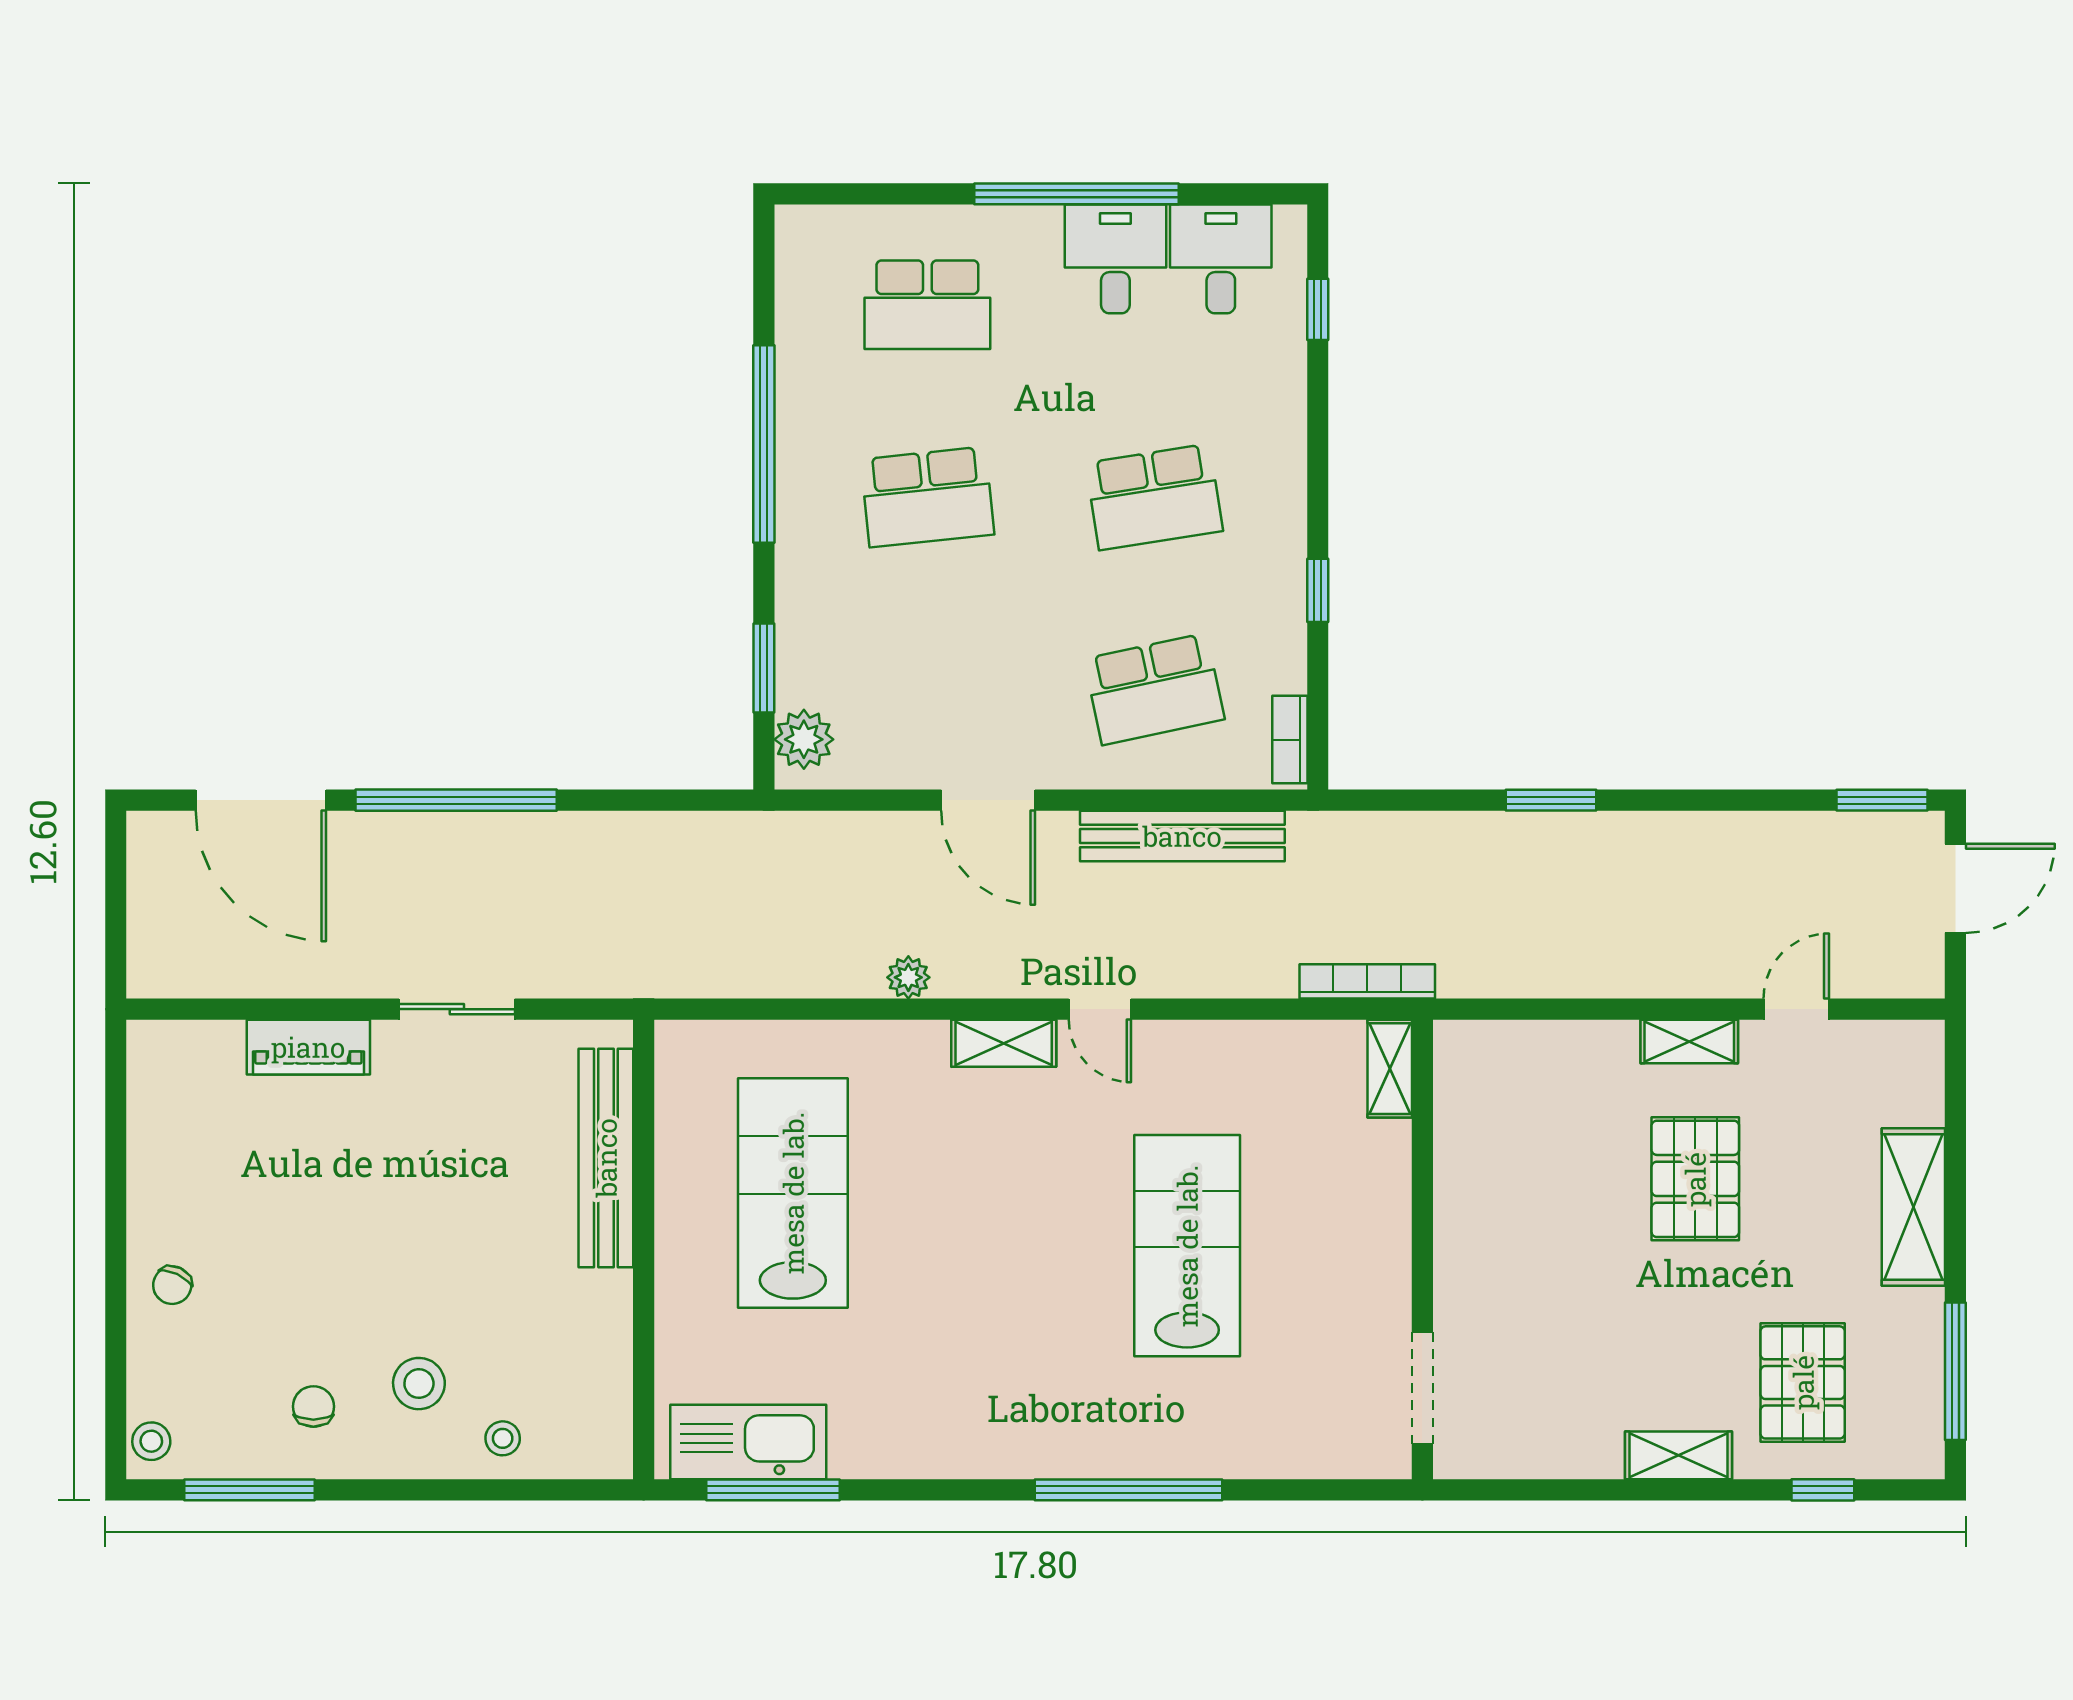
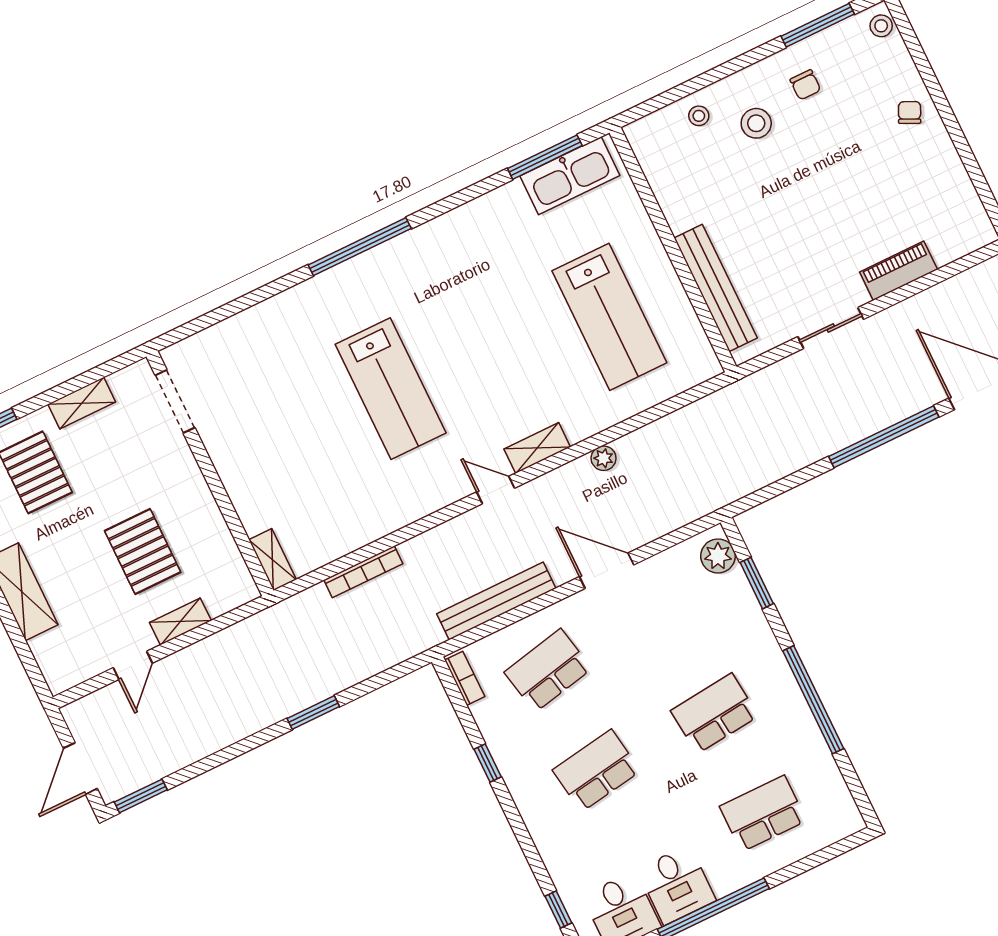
shelving: (1390, 1069) -> (272, 560), moved
wall: (1422, 1250) -> (210, 474), moved
doorway: (1422, 1388) -> (175, 401), moved

